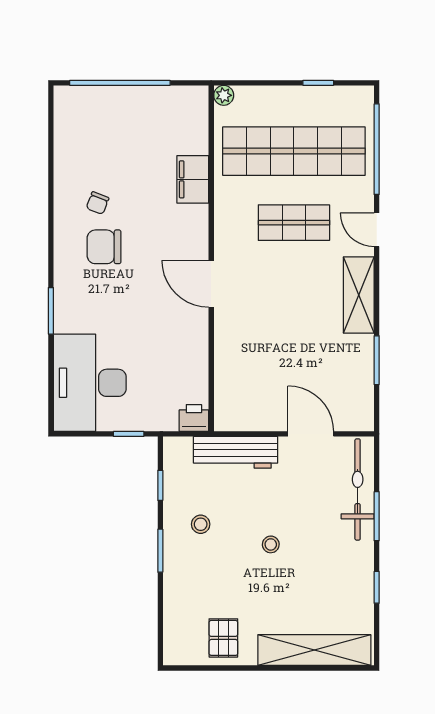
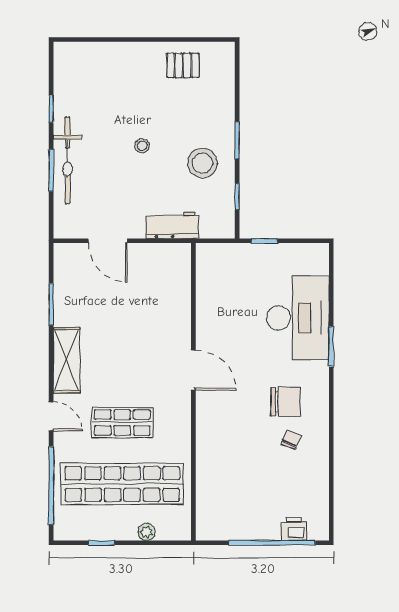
plant: (224, 95) -> (147, 532), moved
filing cabinet: (193, 179) -> (209, 460), removed
desk: (90, 383) -> (298, 318), moved
printer: (194, 418) -> (294, 529), moved, turned 180
workbench: (236, 452) -> (172, 225), width x0.73
bicycle: (358, 489) -> (68, 160), moved
stool: (201, 524) -> (202, 163), width x1.89, depth x1.89
pallet: (223, 638) -> (183, 65), turned 90
shelving: (314, 650) -> (105, 55), removed

